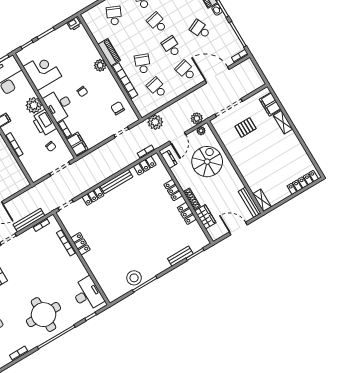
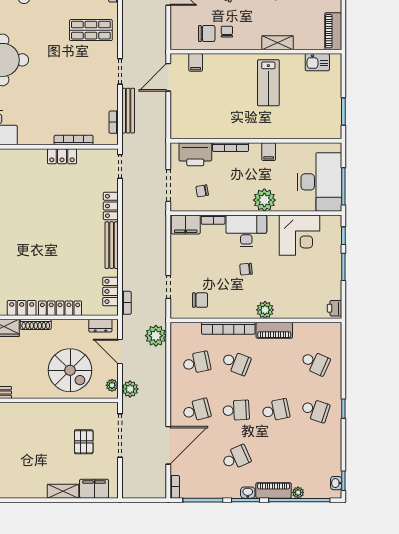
printer: (44, 123) -> (195, 154), moved, turned 180
locker: (173, 190) -> (60, 308), width x1.53

